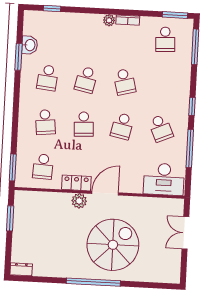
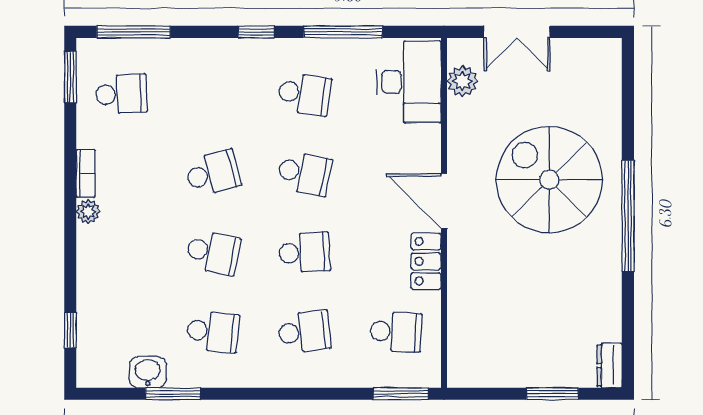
school desk: (161, 128) -> (304, 94), turned 33
plant: (79, 201) -> (463, 81), moved
window: (10, 218) -> (552, 394), moved

